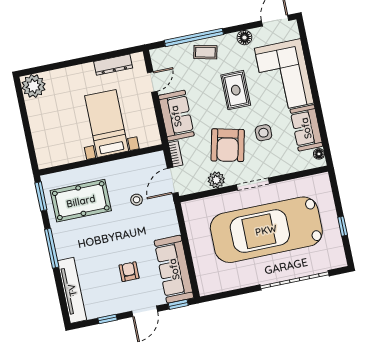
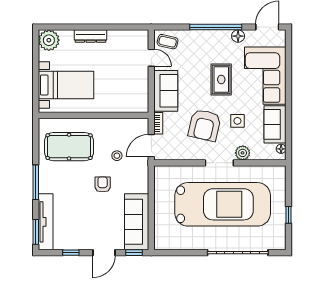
window: (194, 37) -> (216, 27), moved
coffee table: (205, 52) -> (168, 42), moved
dresser: (113, 65) -> (91, 36), moved
door: (152, 82) -> (151, 58), hinge flipped
bed with nightstands: (107, 123) -> (66, 85), moved, turned 90
plant: (216, 180) -> (243, 153), moved
window: (41, 196) -> (36, 232), moved
car: (266, 230) -> (223, 204), turned 180
armchair: (129, 272) -> (103, 184), moved

